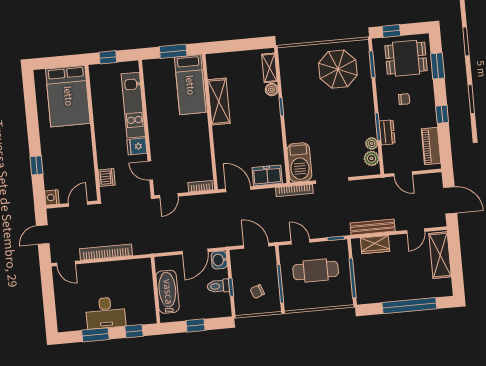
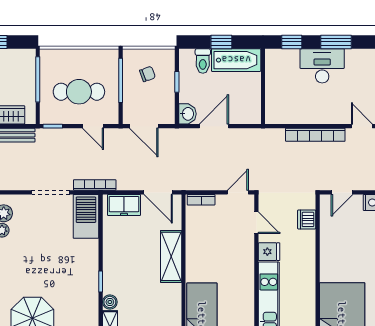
shelving: (219, 102) -> (171, 256), moved
toilet: (218, 286) -> (203, 61), moved, turned 90
bathtub: (168, 292) -> (236, 60), moved, turned -90

